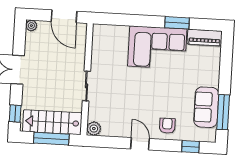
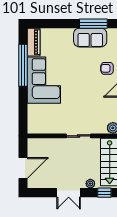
door: (64, 16) -> (23, 168), moved
window: (177, 23) -> (23, 65), width x2.11
plant: (31, 26) -> (90, 184), moved

